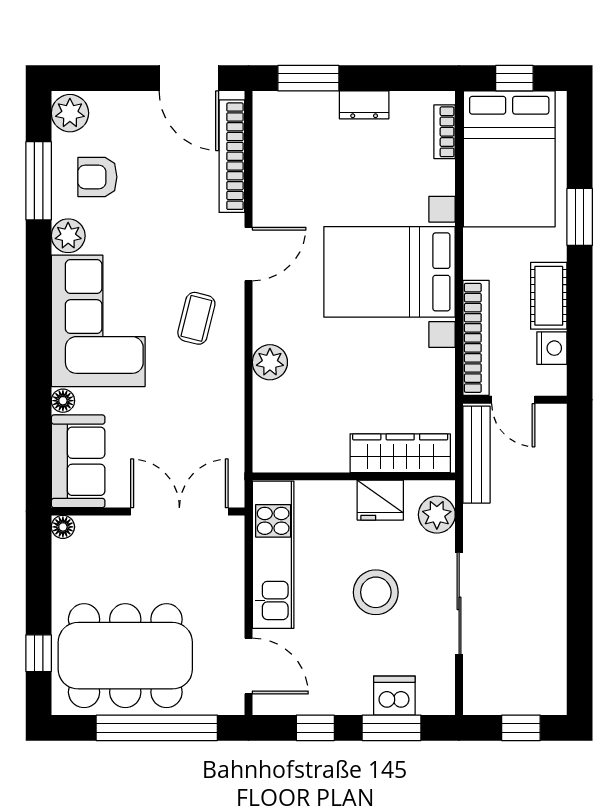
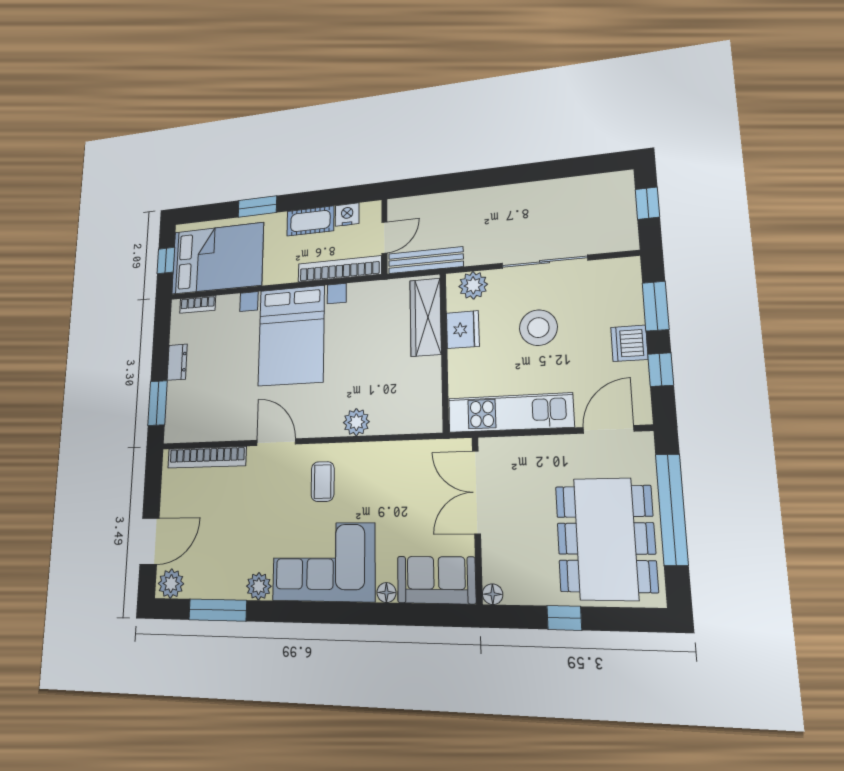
door: (189, 78) -> (149, 541), moved
armchair: (97, 177) -> (217, 562), removed
coffee table: (196, 318) -> (323, 482), turned 76
window: (39, 653) -> (564, 618), moved
dishwasher: (394, 696) -> (629, 343), moved

